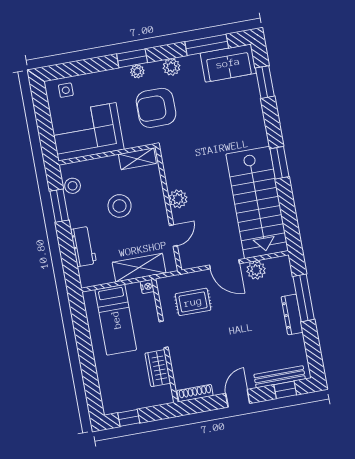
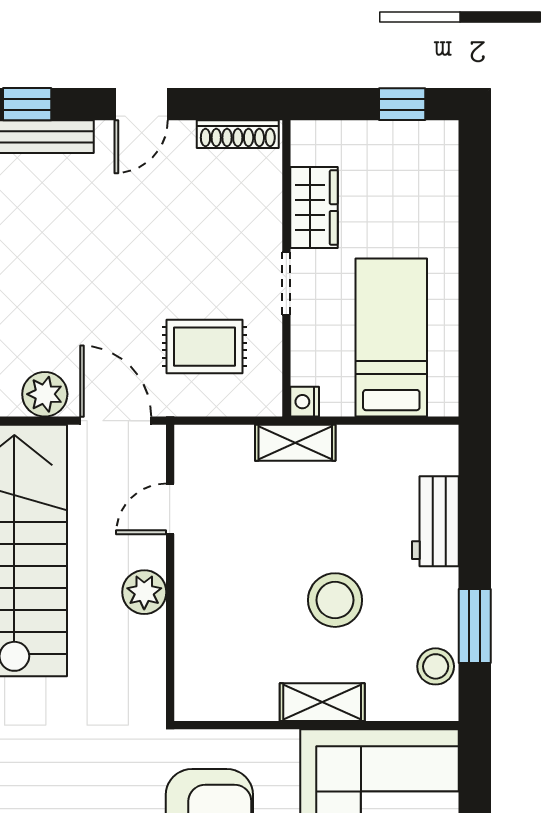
shelving: (137, 159) -> (322, 702), moved
plant: (178, 199) -> (144, 592), moved
wall: (169, 209) -> (170, 573), moved
door: (173, 236) -> (170, 509), moved
shelving: (139, 268) -> (295, 443), width x0.67, depth x0.75

